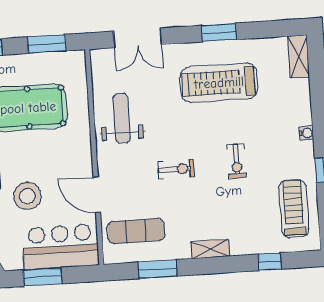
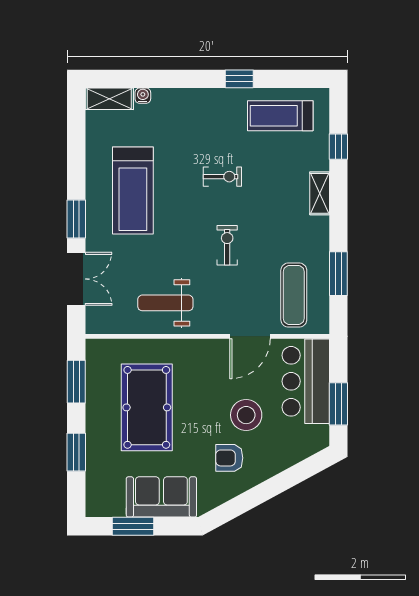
window: (219, 33) -> (76, 219), moved
water cooler: (306, 133) -> (143, 96), moved
shelving: (210, 249) -> (320, 193), moved

